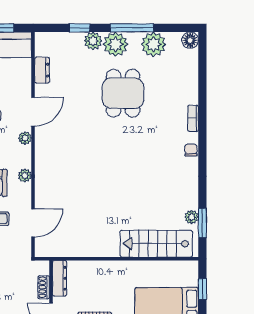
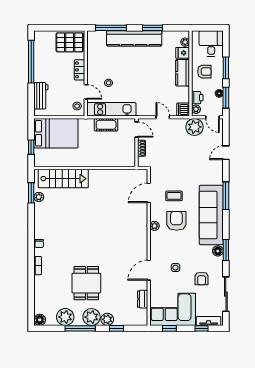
plant: (25, 138) -> (154, 252), removed
dresser: (60, 278) -> (130, 154), removed

